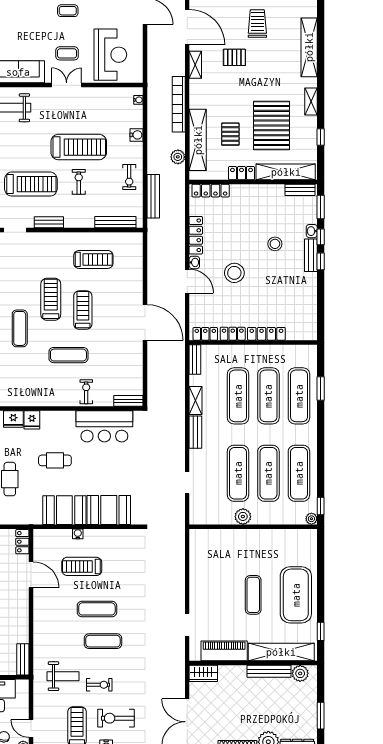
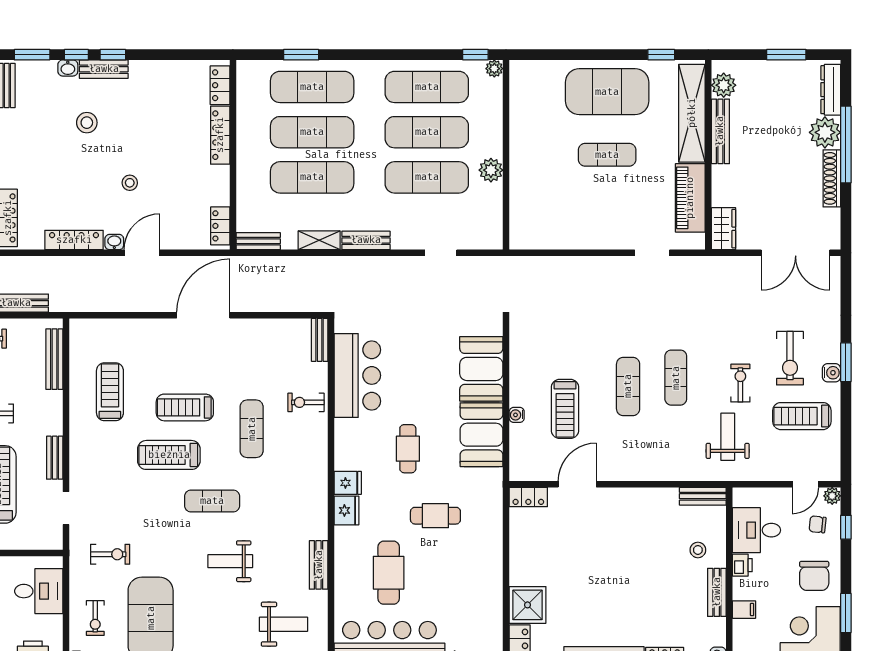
stool: (234, 273) -> (130, 183), width x0.53, depth x0.53
locker: (233, 334) -> (220, 85), moved

